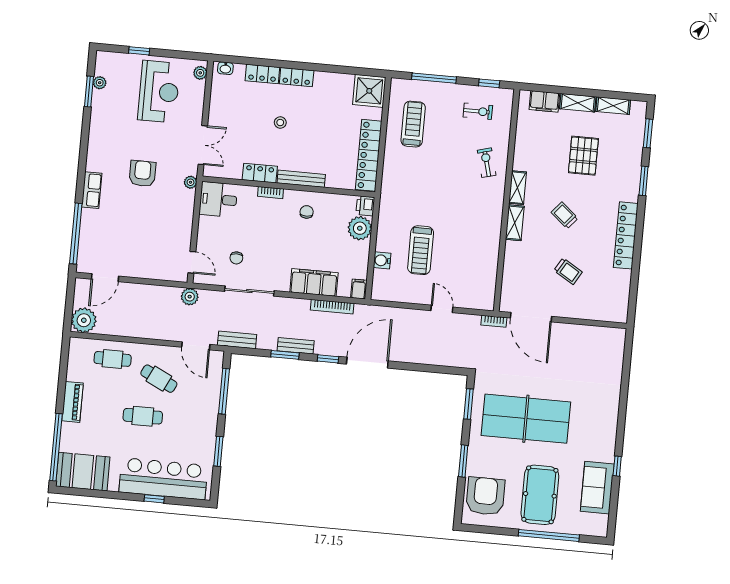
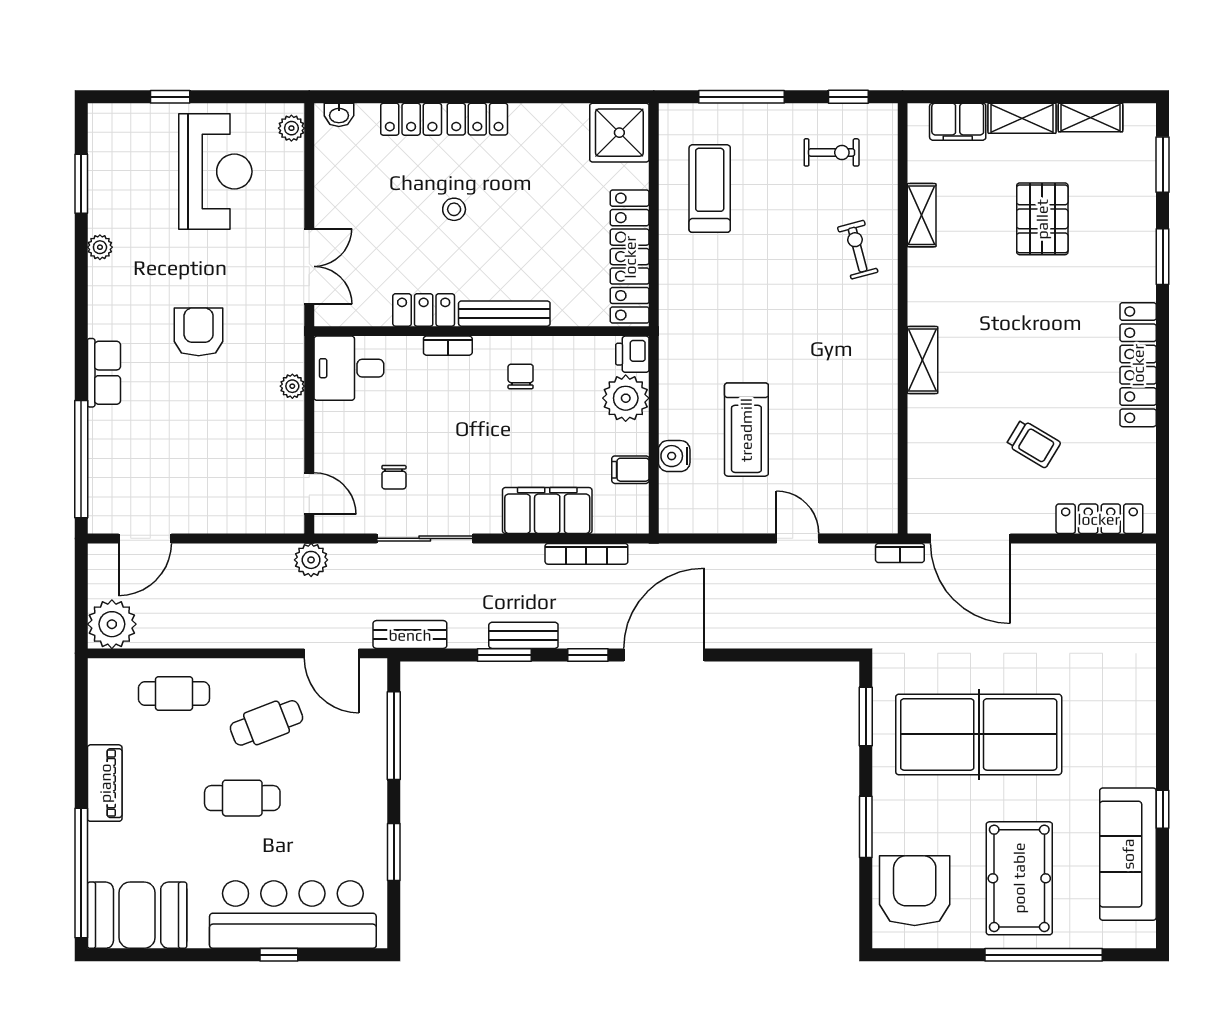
plant: (100, 83) -> (100, 247), moved
plant: (191, 182) -> (292, 386), moved
shelving: (518, 188) -> (922, 215), moved
trolley: (565, 215) -> (1017, 337), removed
filing cabinet: (359, 289) -> (630, 470), moved, turned -90
locker: (599, 313) -> (1099, 519), added
cafe table: (159, 379) -> (267, 723), turned -47
sofa: (597, 488) -> (1128, 854), width x1.36

